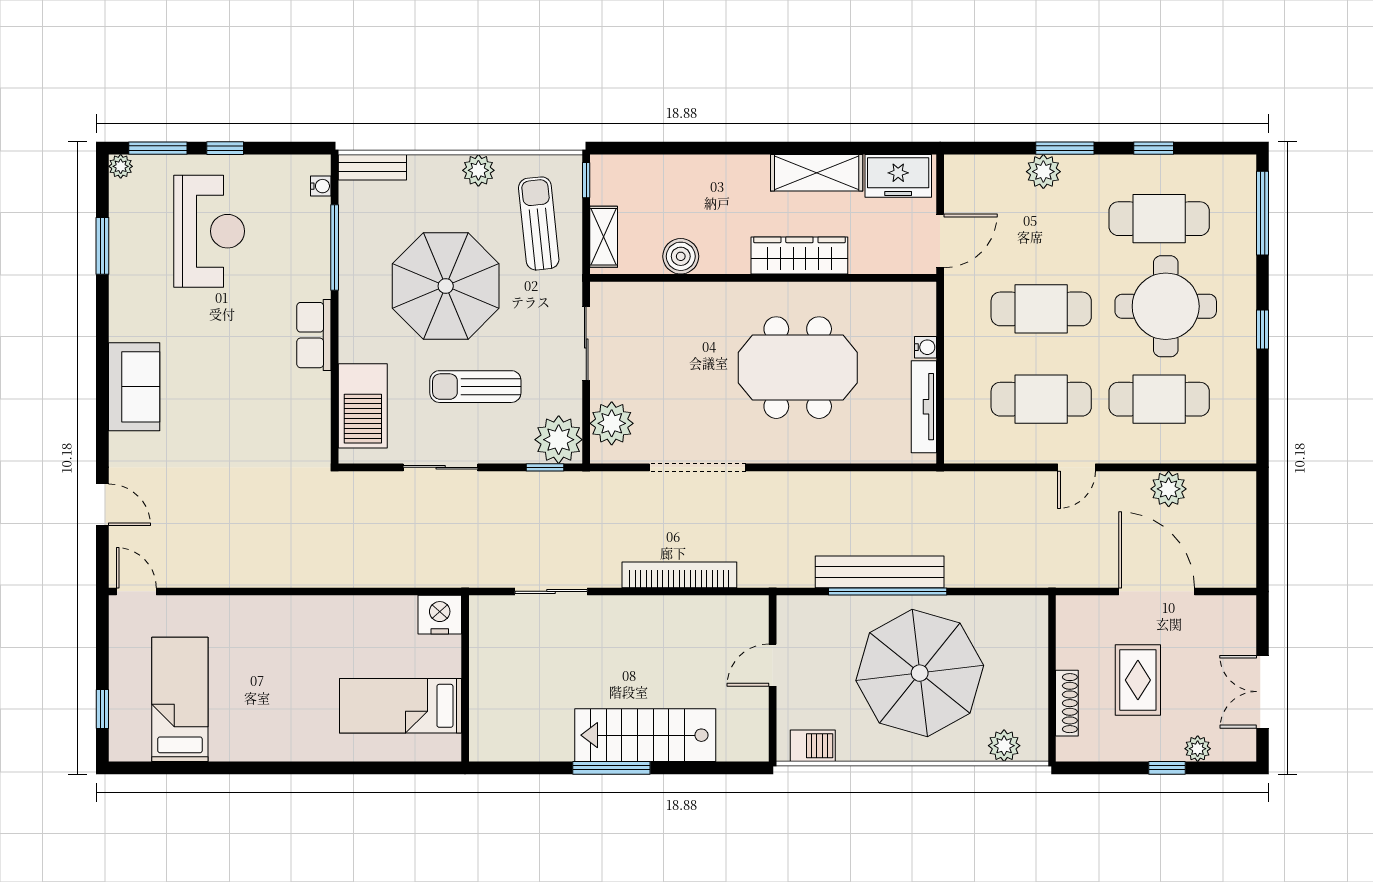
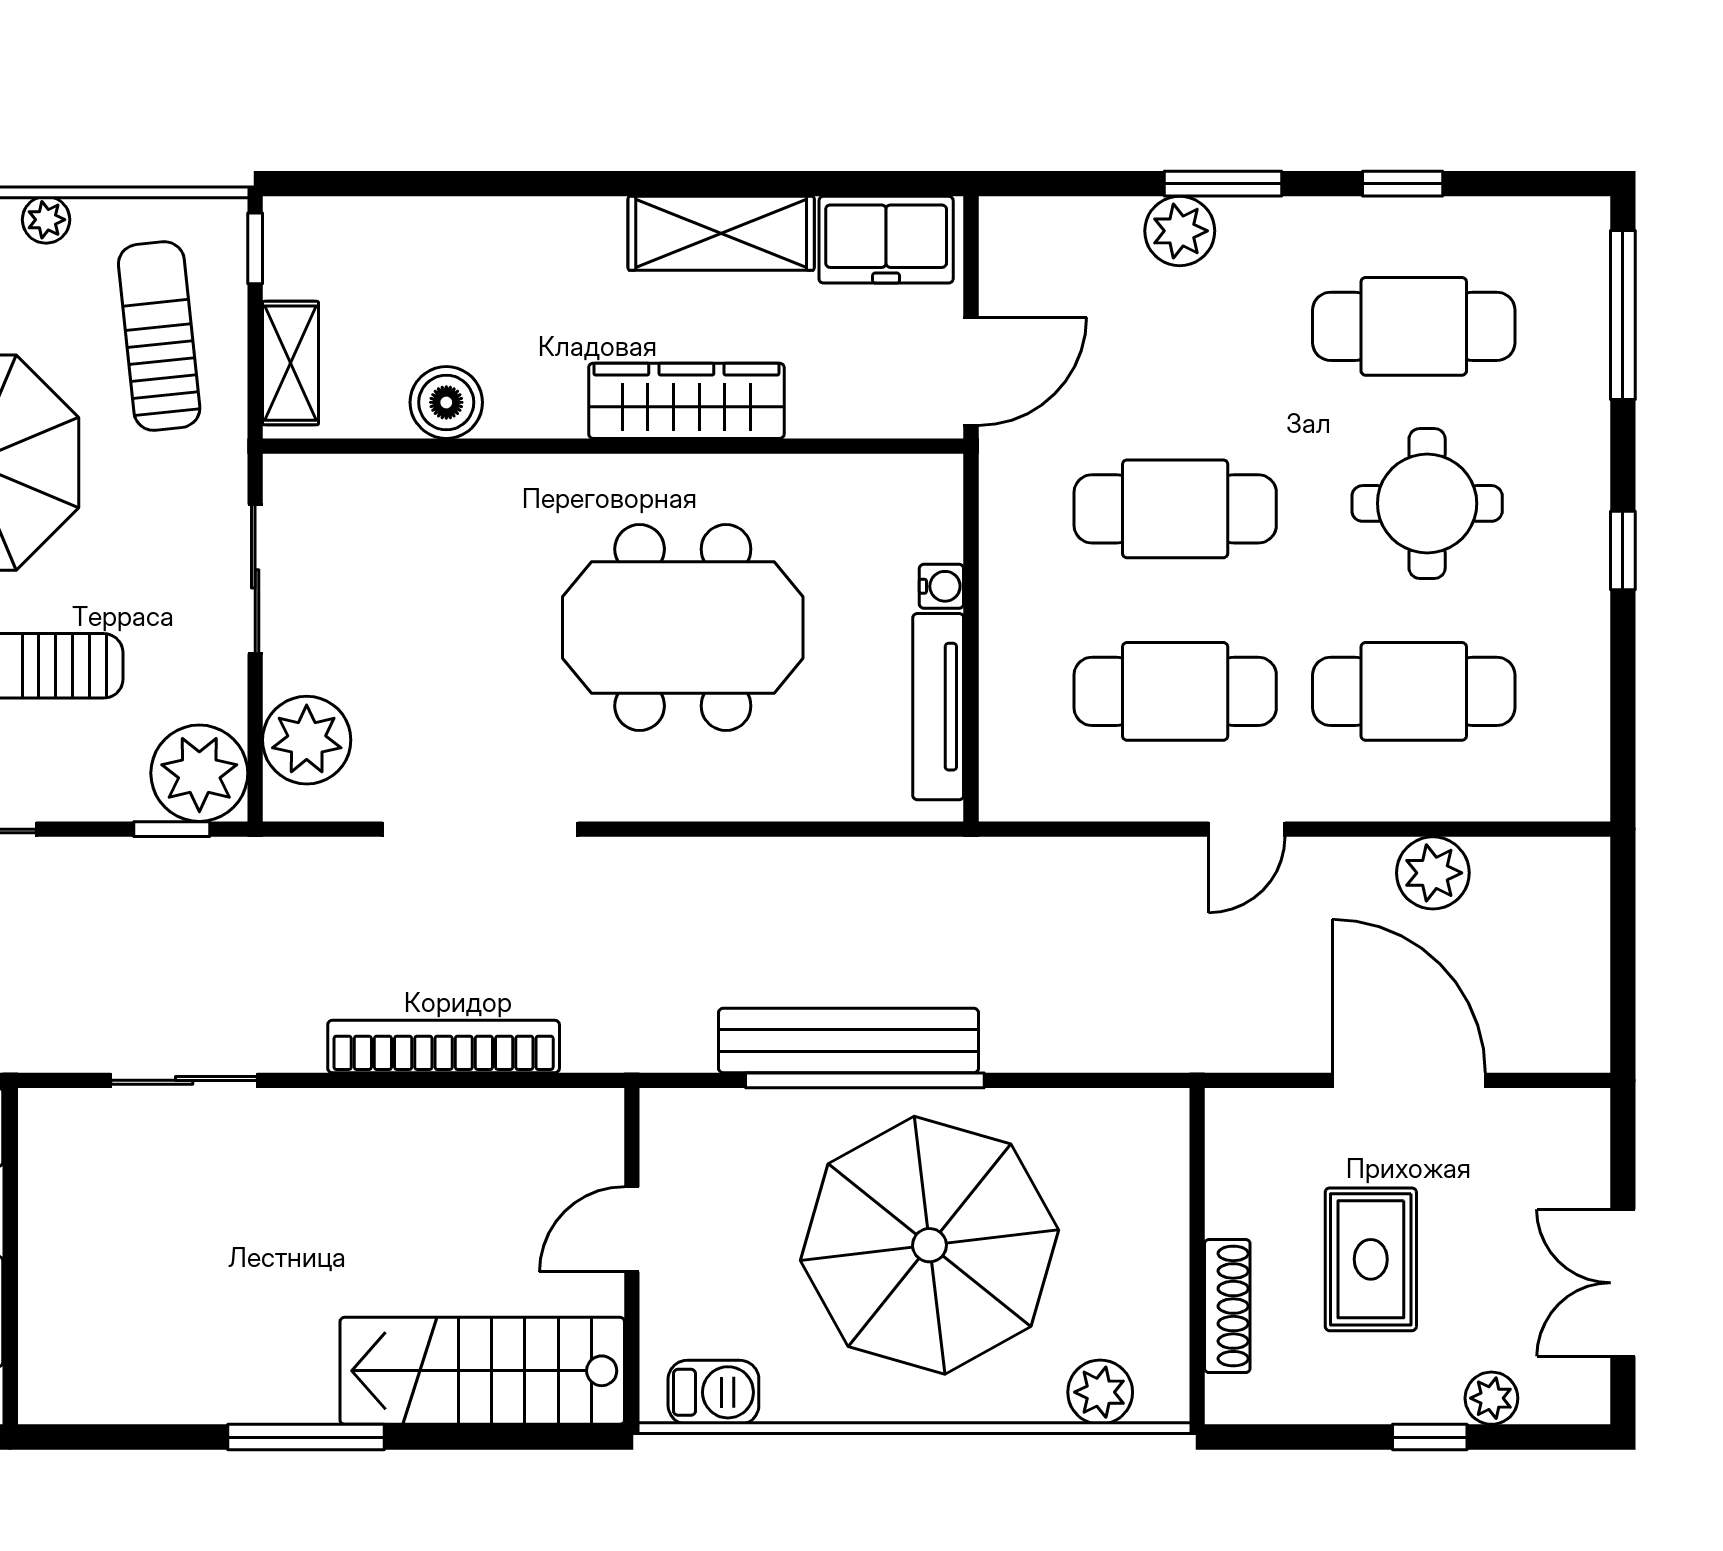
plant: (478, 170) -> (46, 220), width x0.73, depth x0.73
round table: (1166, 306) -> (1427, 503), width x0.73, depth x0.73
stairs: (645, 735) -> (482, 1371), moved

